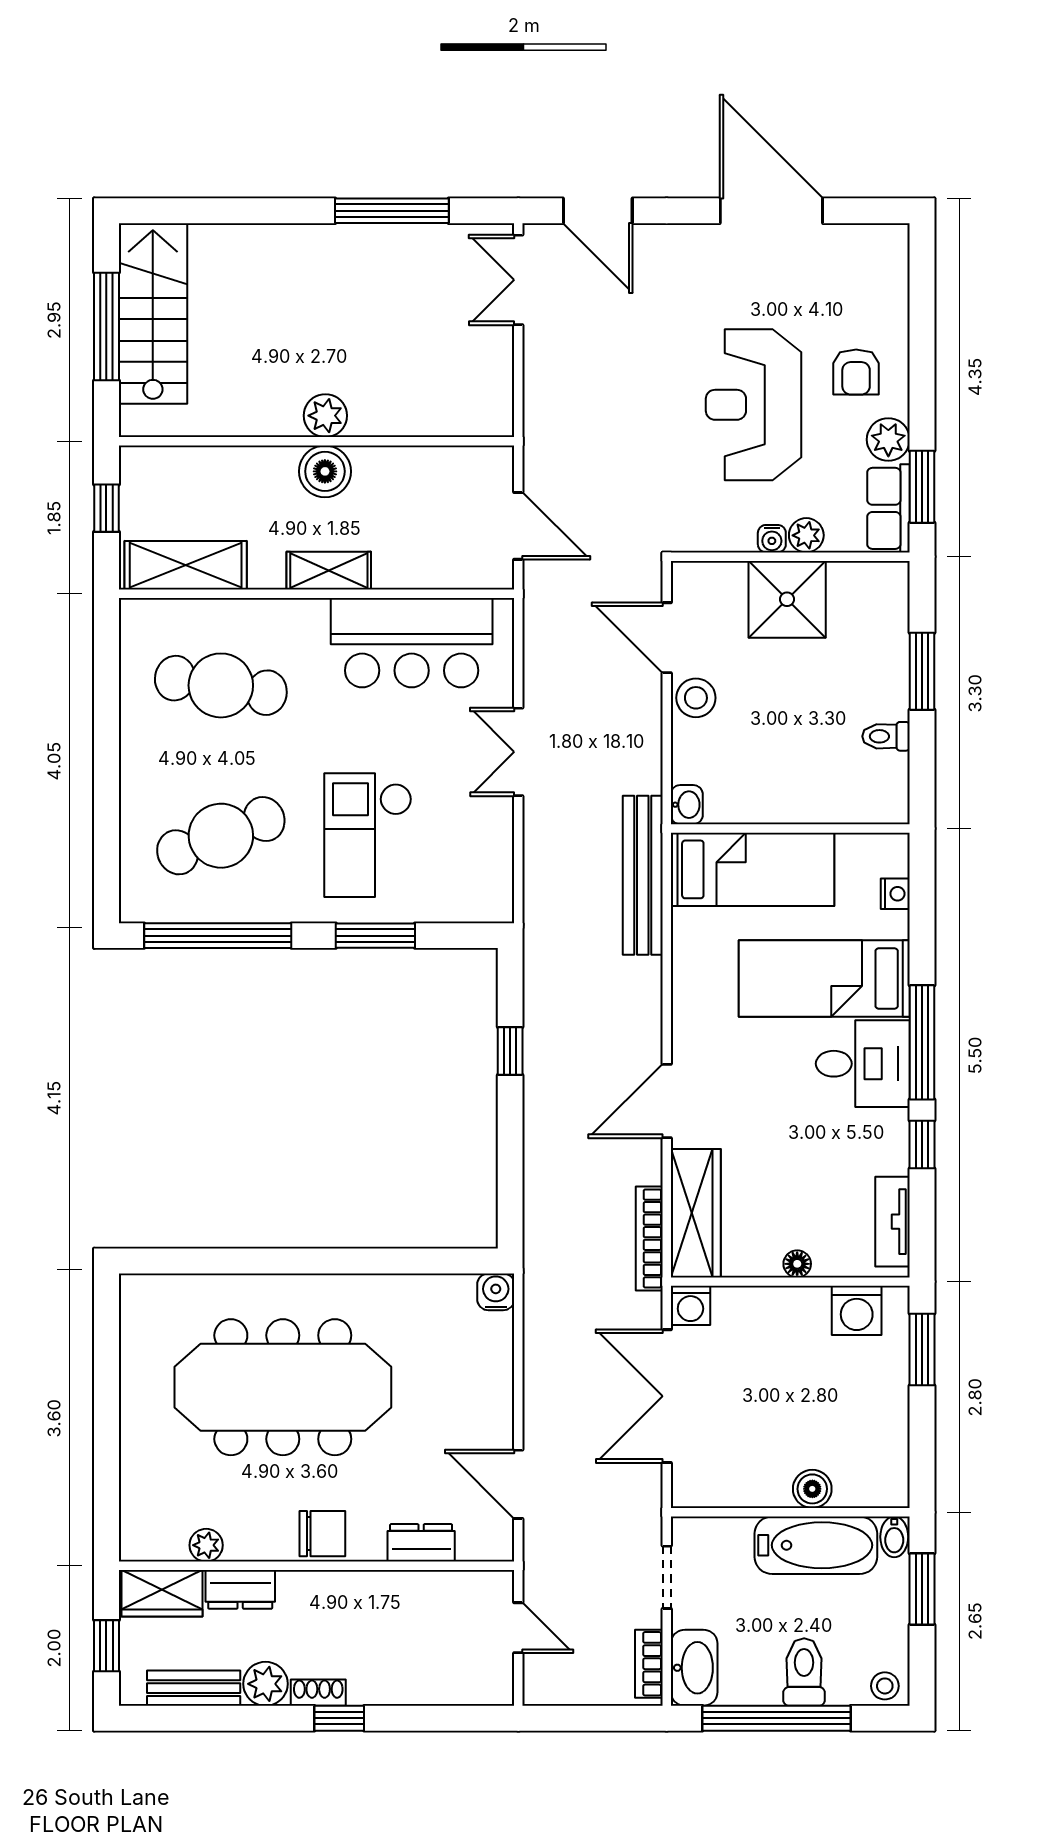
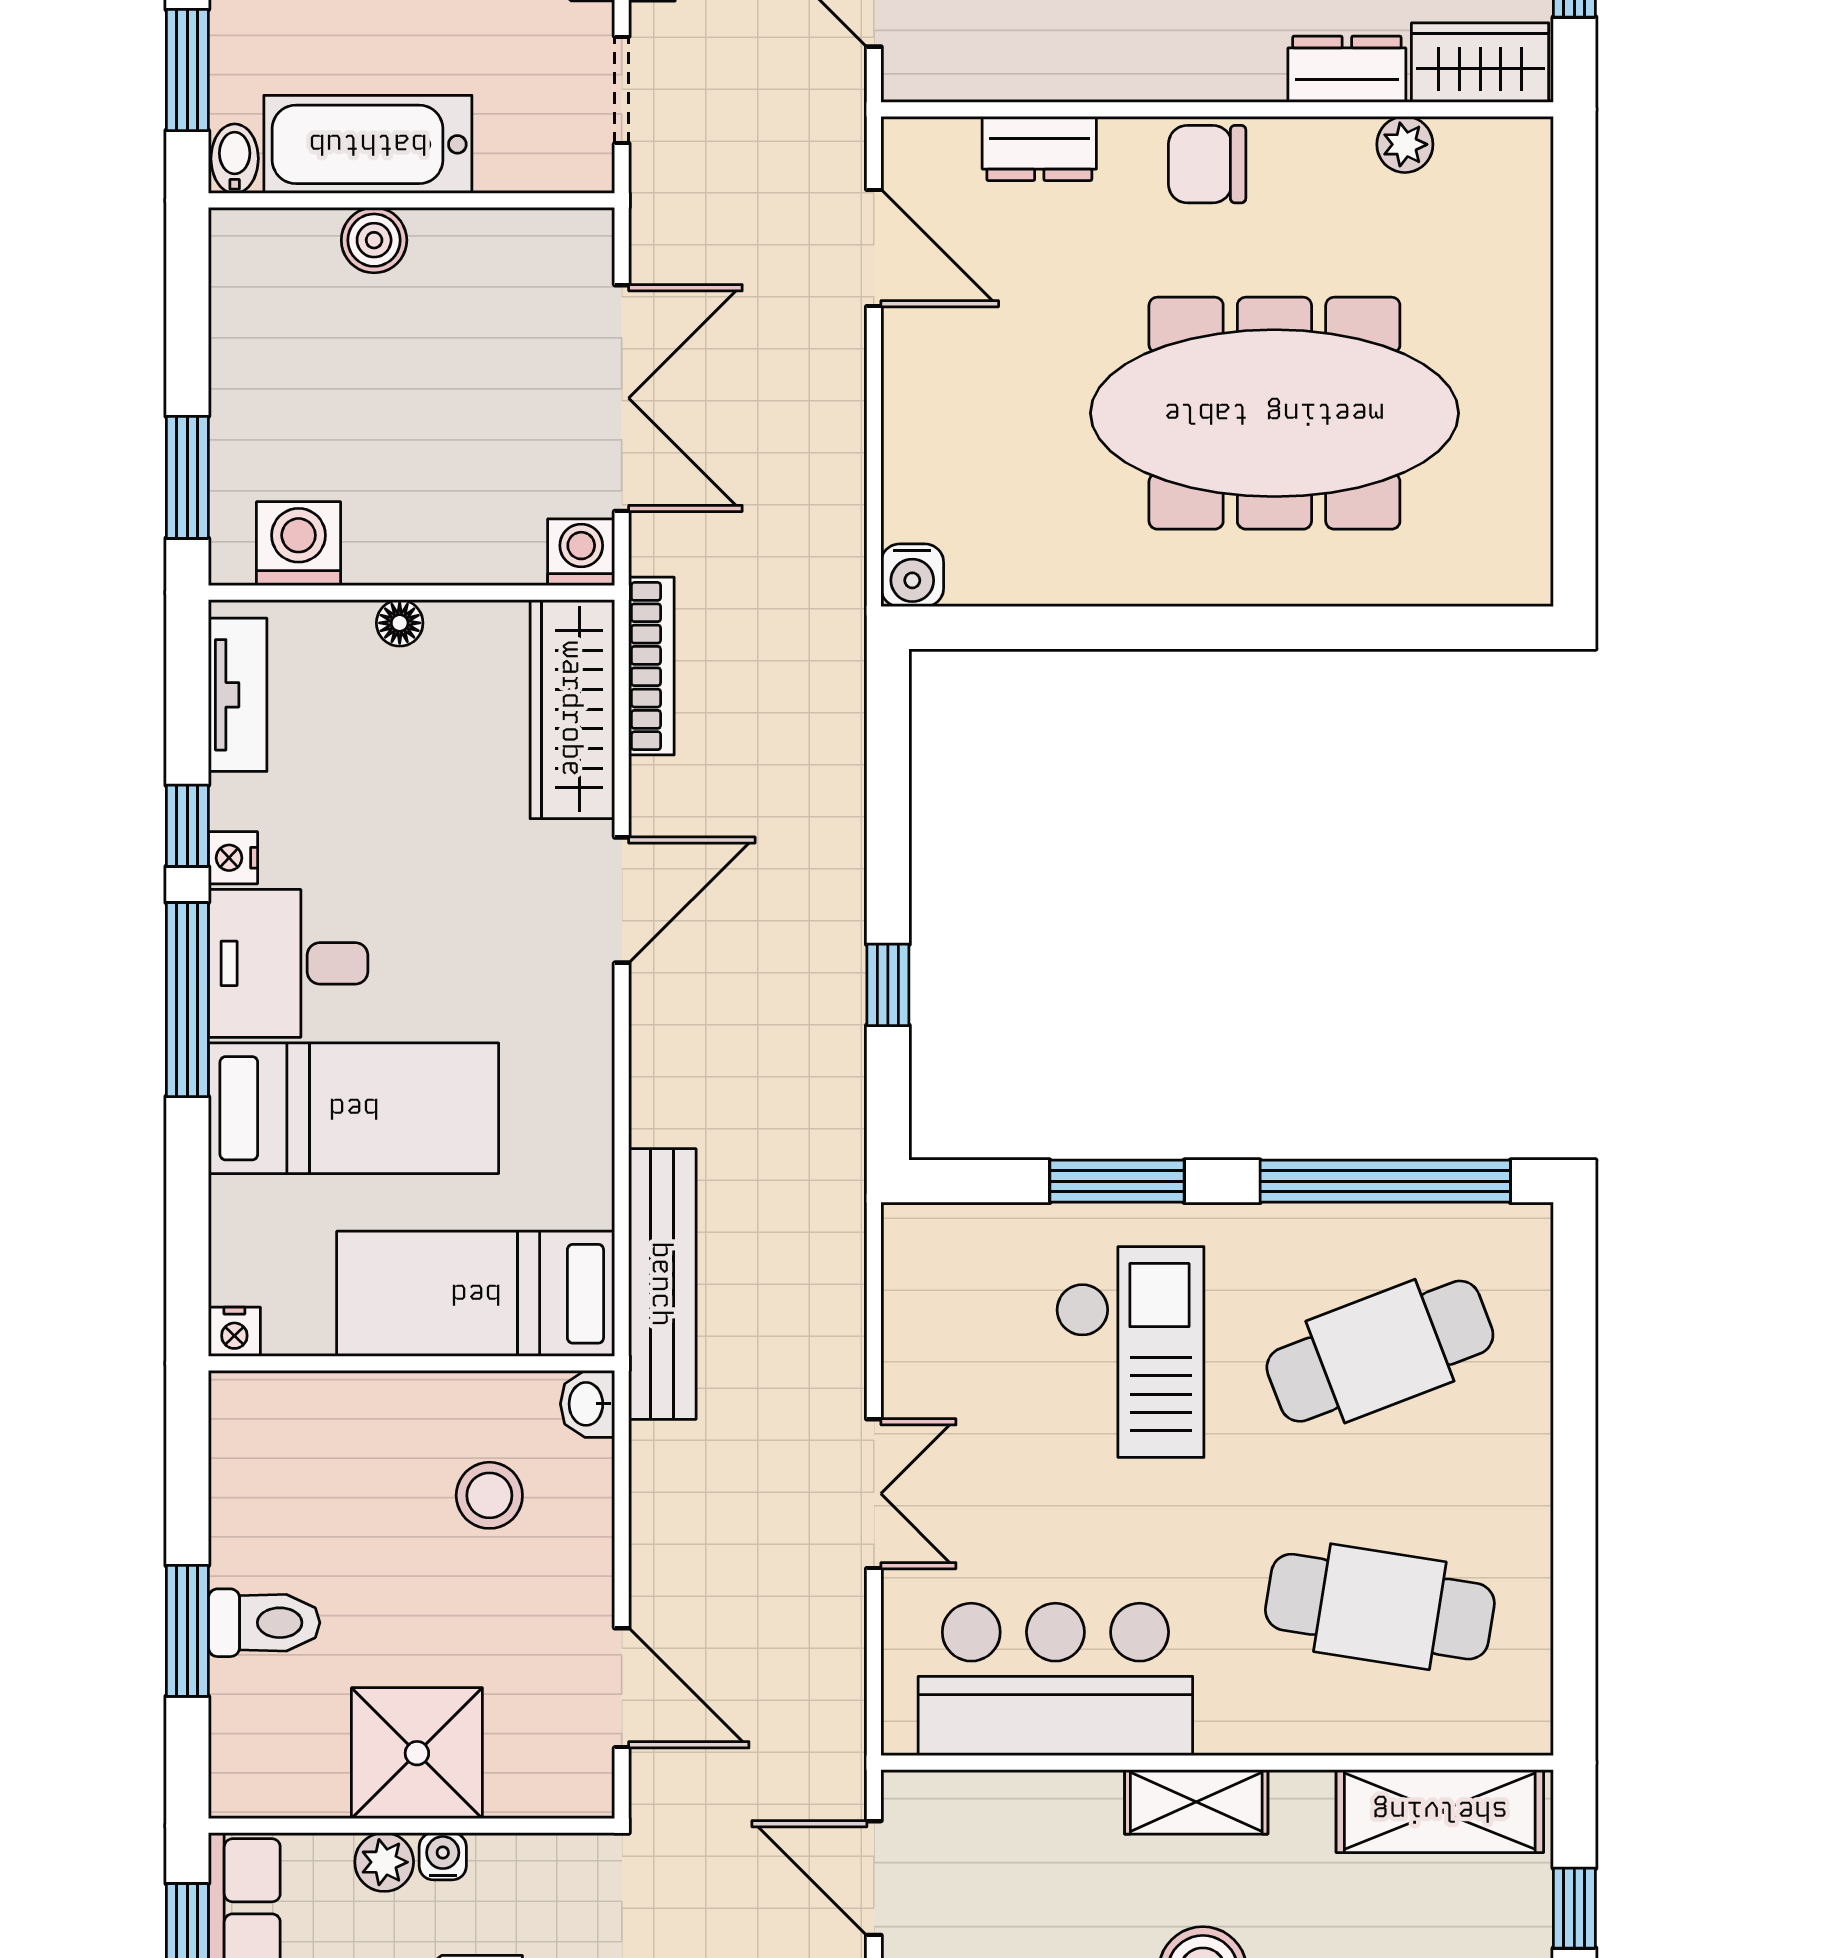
stool: (696, 698) -> (489, 1495), moved
toilet: (886, 736) -> (264, 1623), moved, width x1.37, depth x1.39
nightstand: (895, 894) -> (234, 1332), moved, turned -90
nightstand: (895, 1126) -> (233, 858), added

